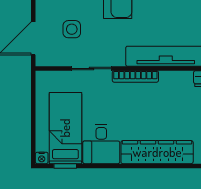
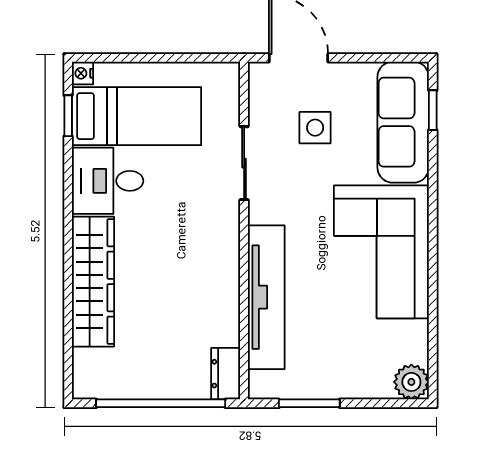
bookcase: (135, 77) -> (230, 242), removed

